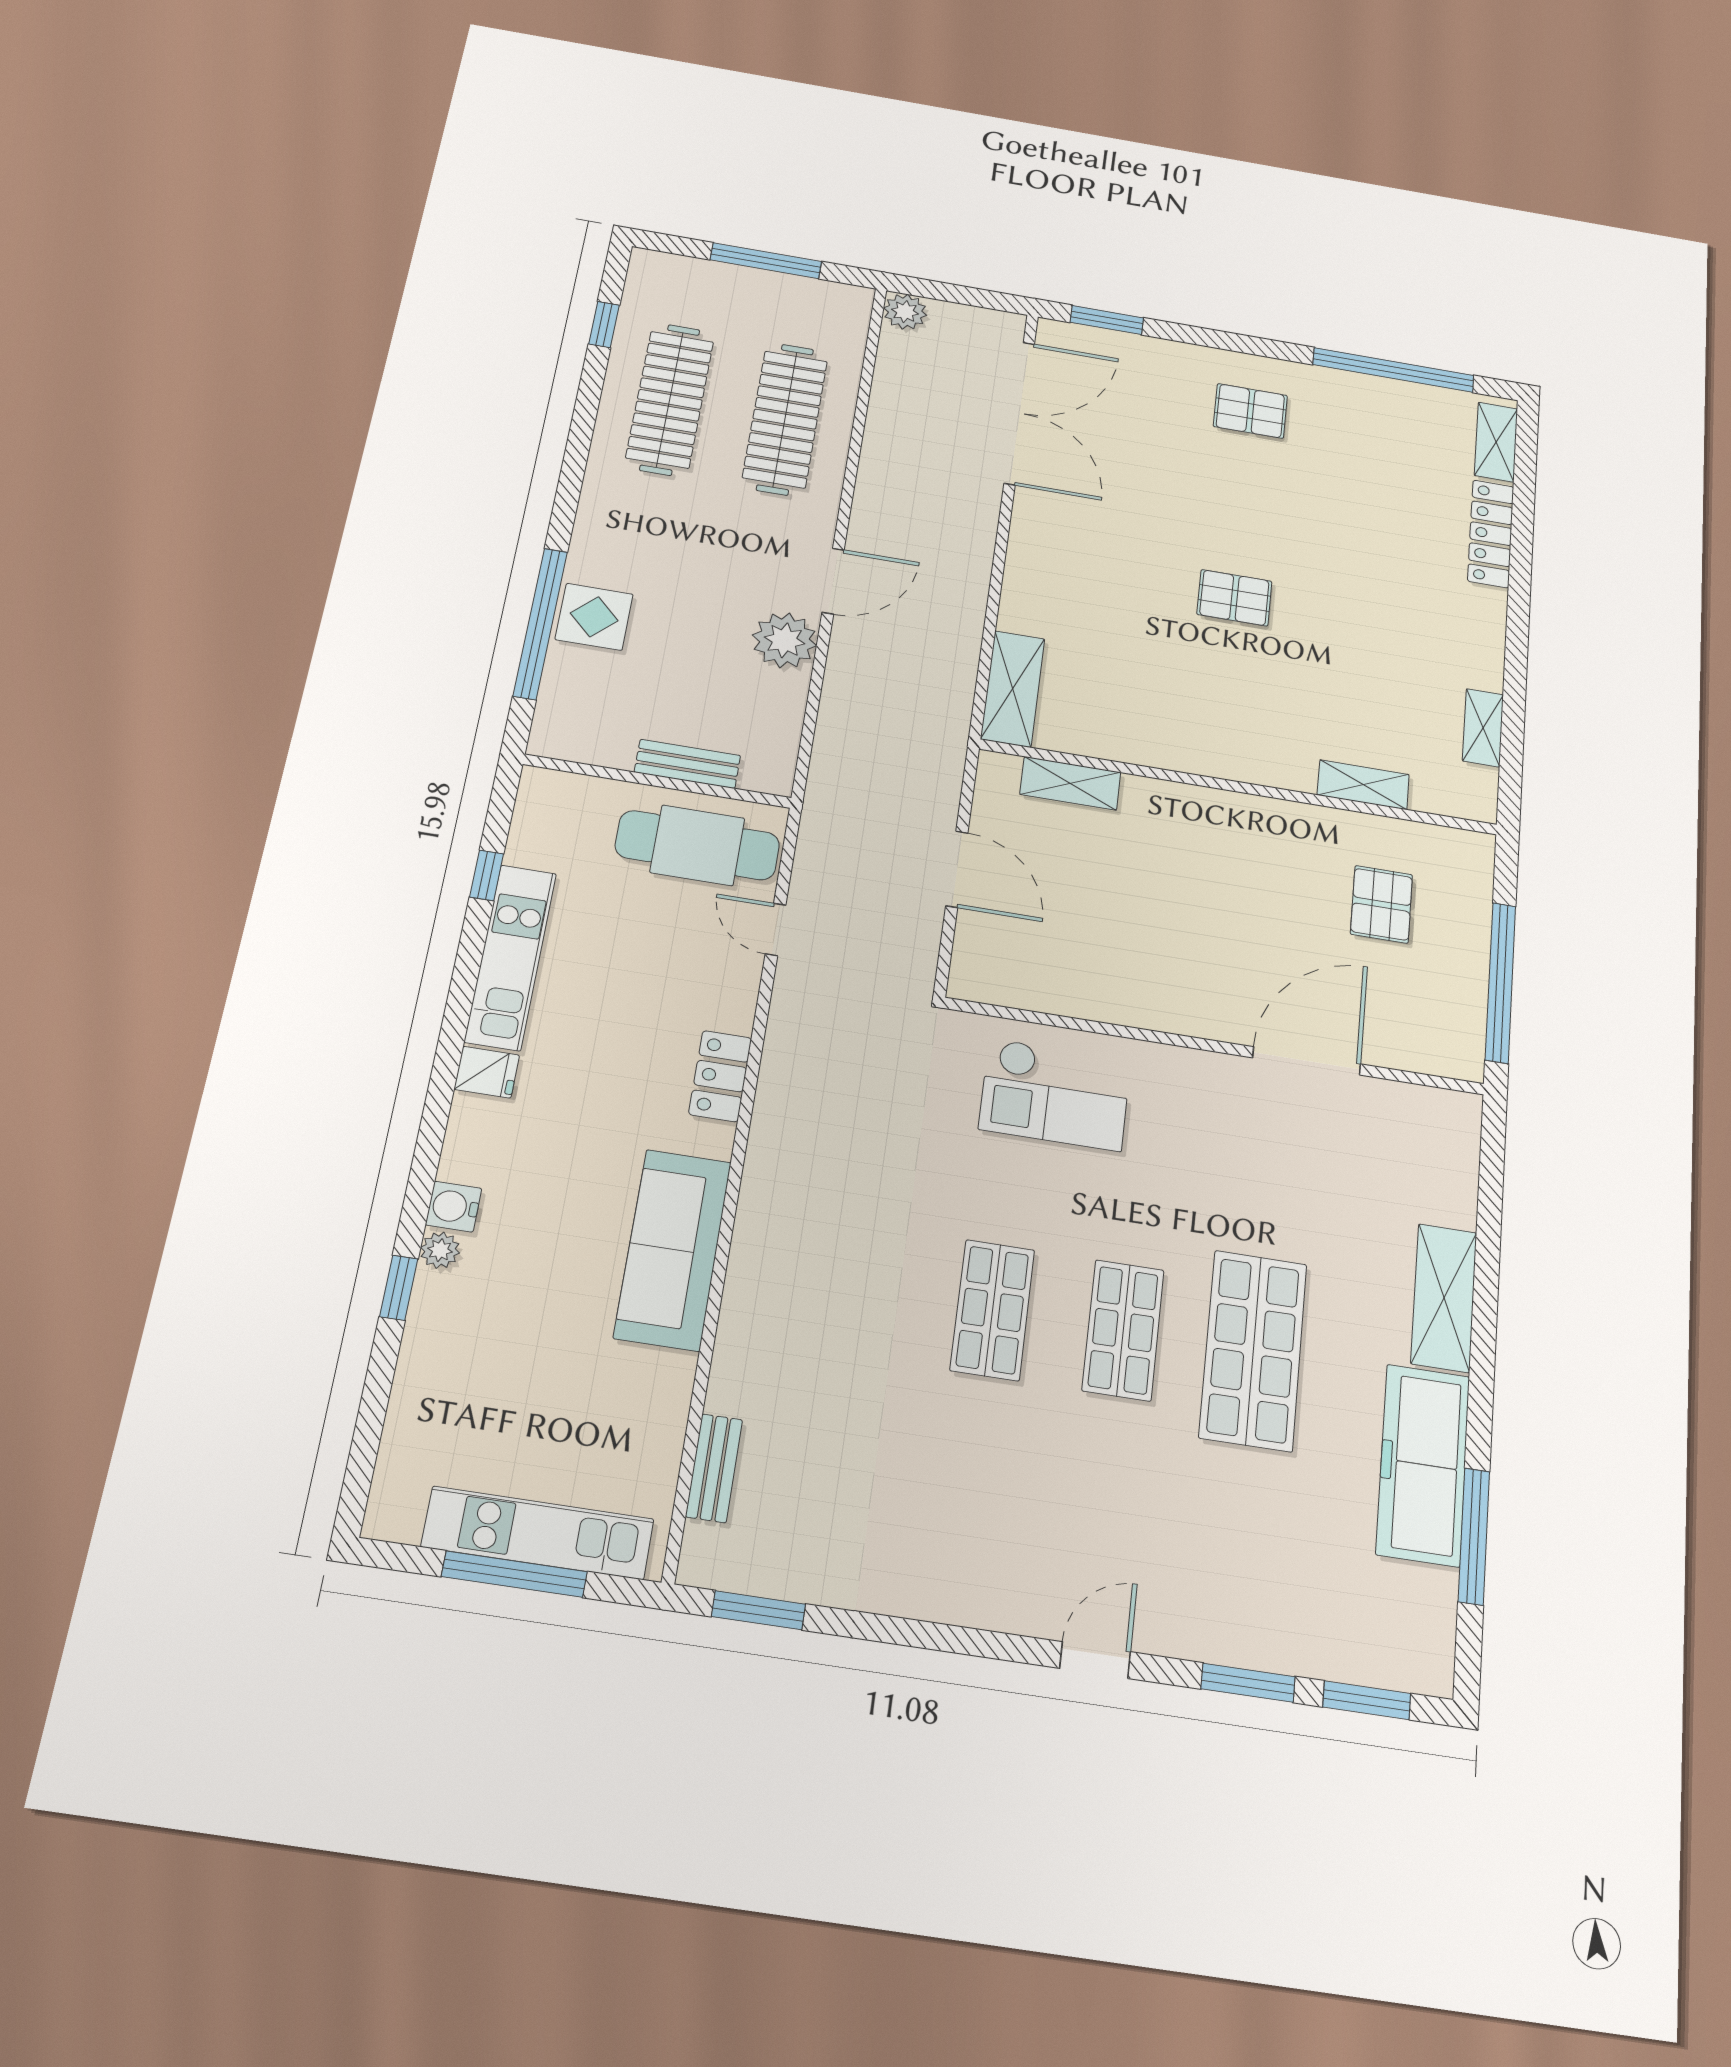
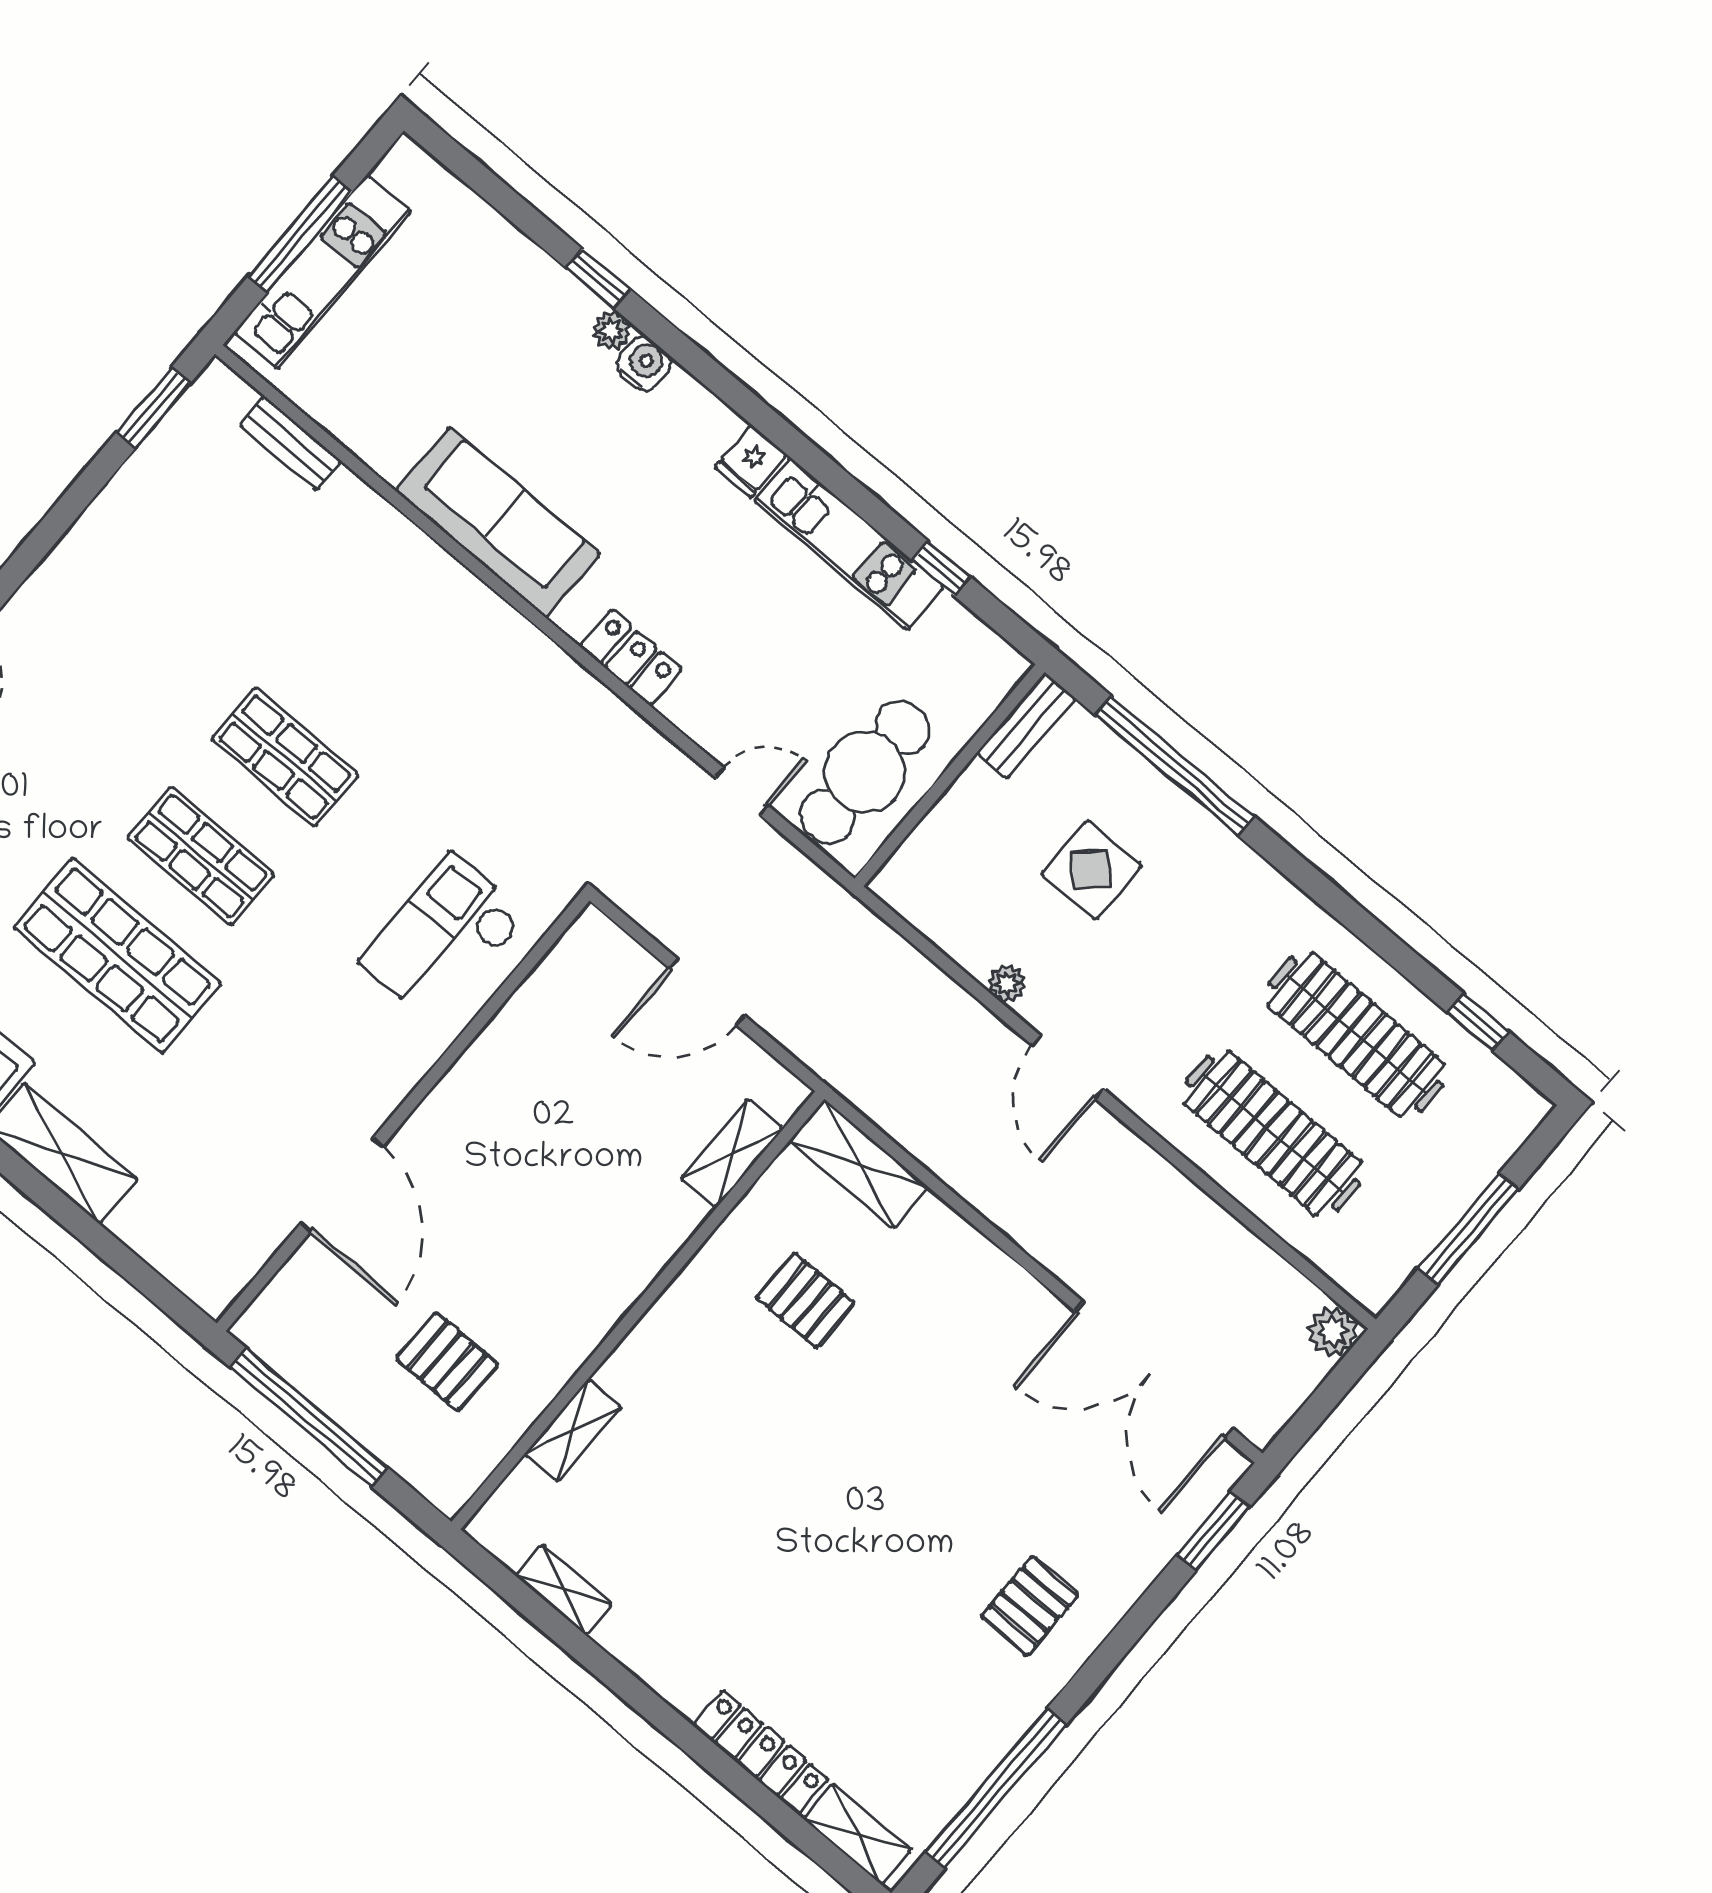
pallet: (1234, 598) -> (806, 1300), moved, turned 90
display table: (594, 617) -> (1091, 870), moved
plant: (785, 640) -> (1007, 983), width x0.53, depth x0.53
bench: (687, 764) -> (1026, 725), moved

